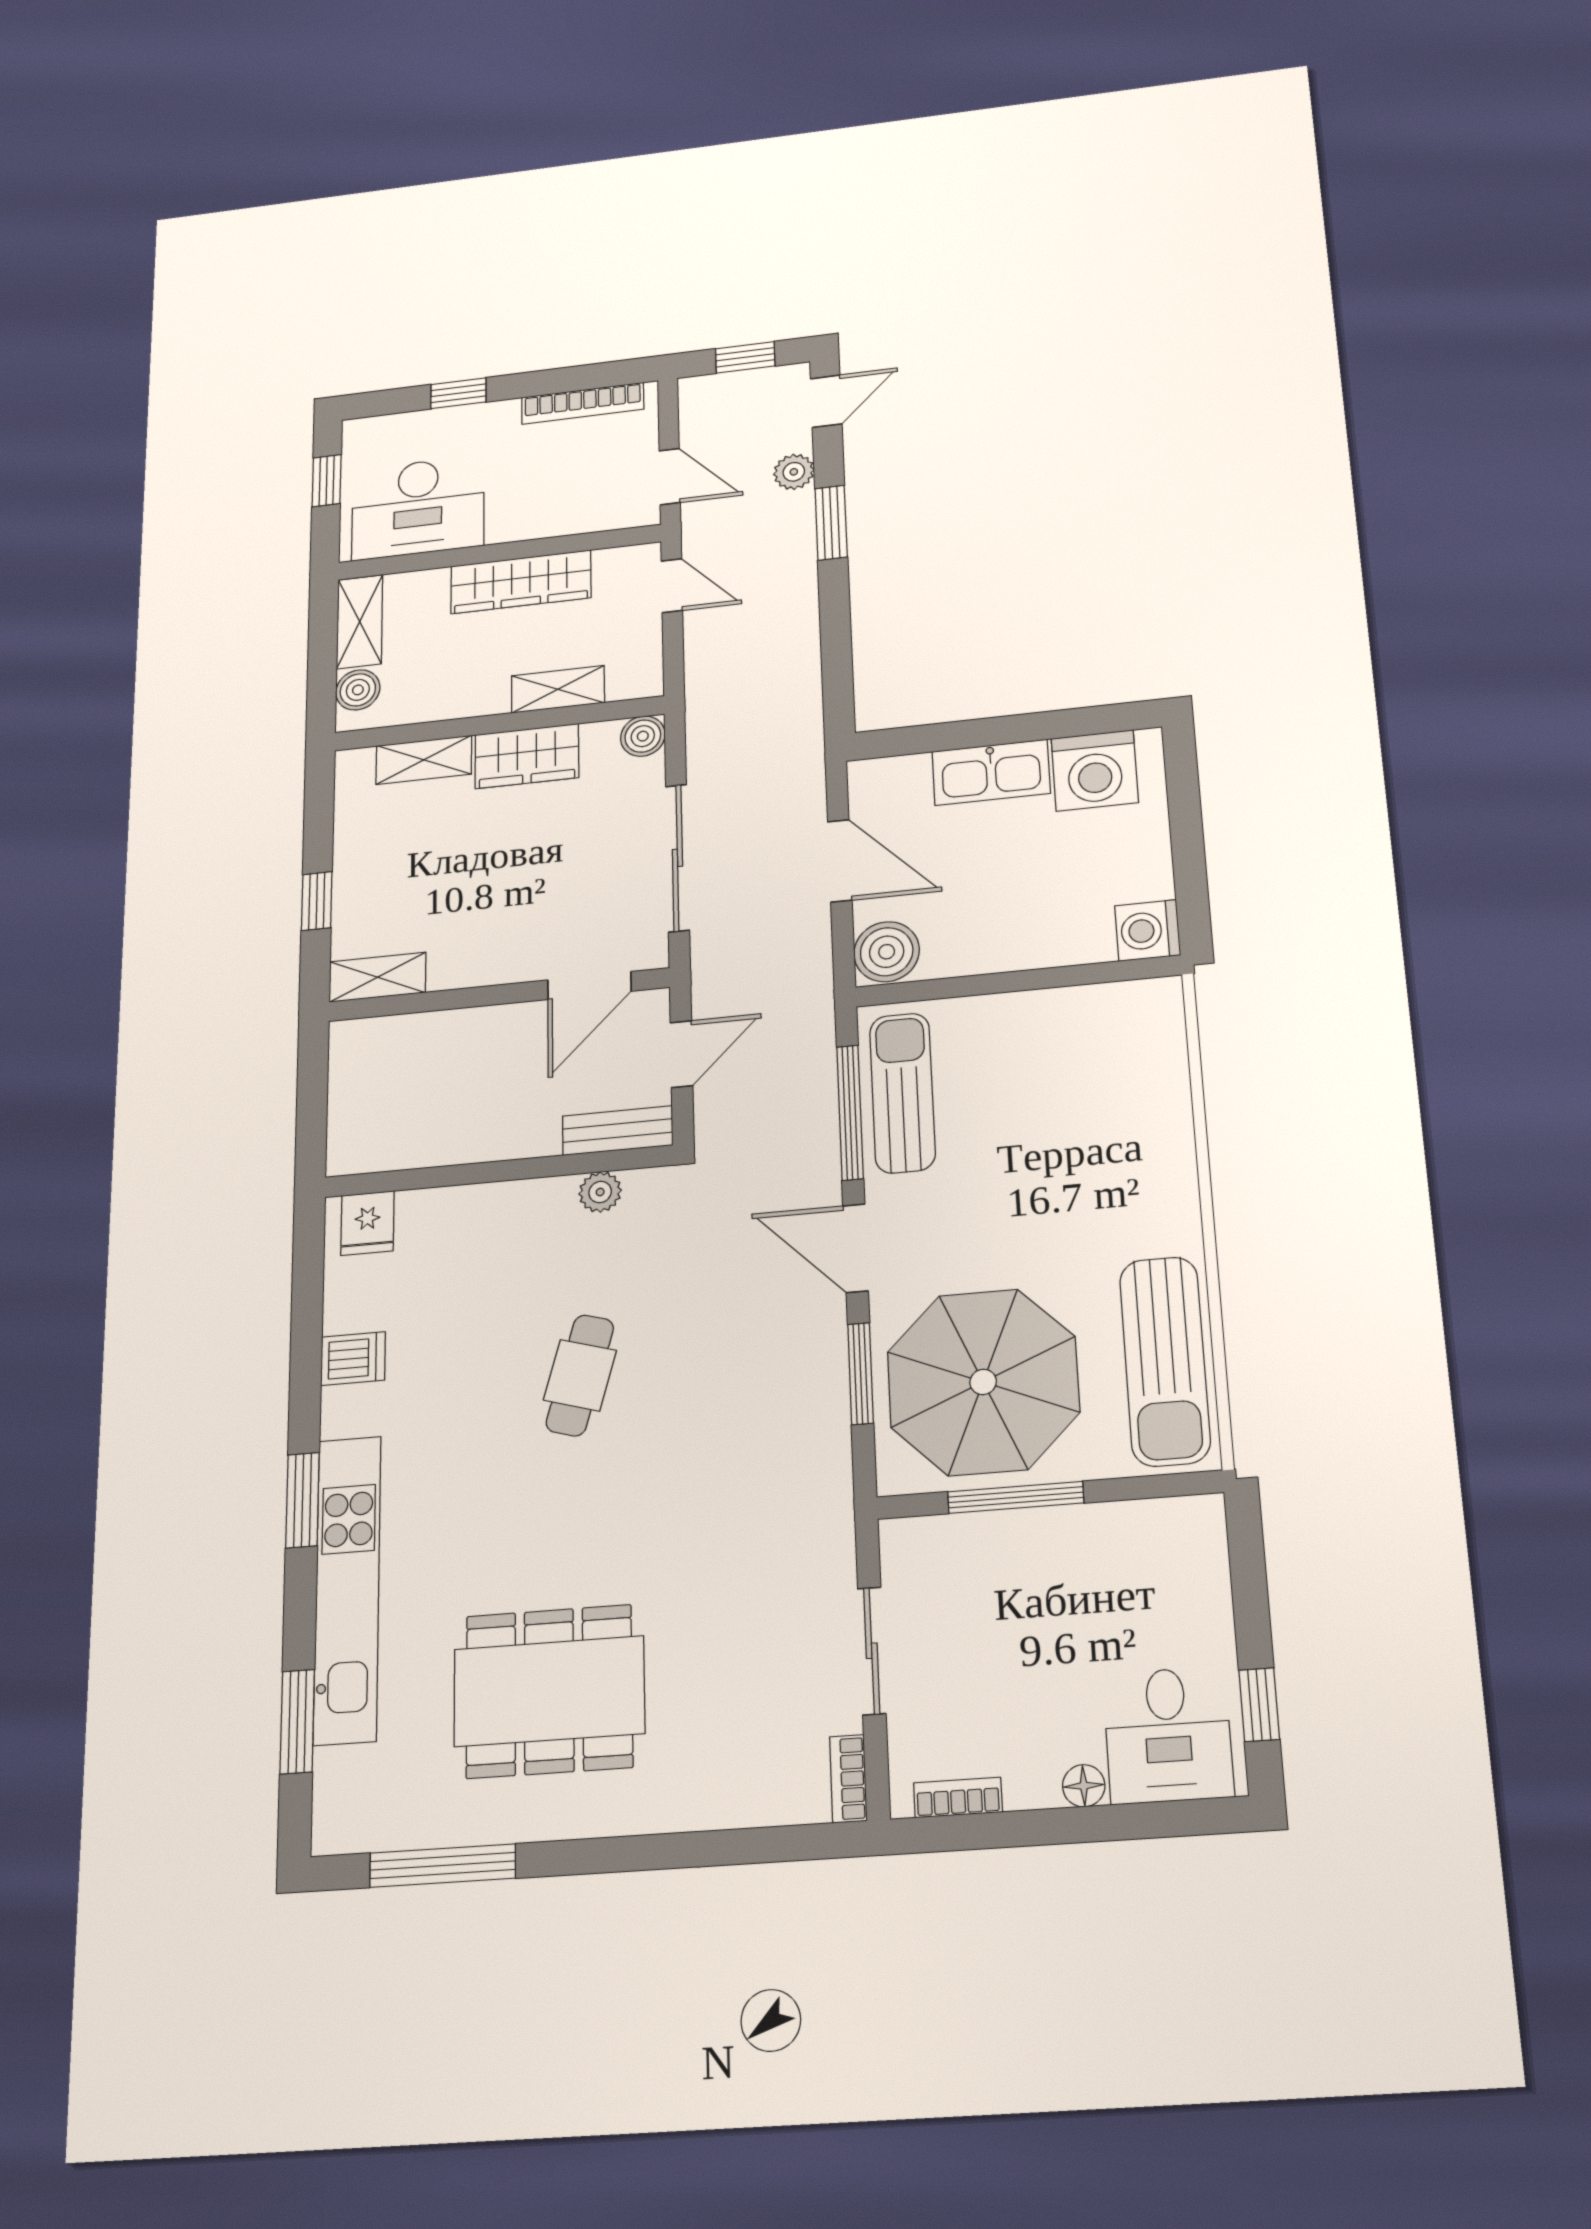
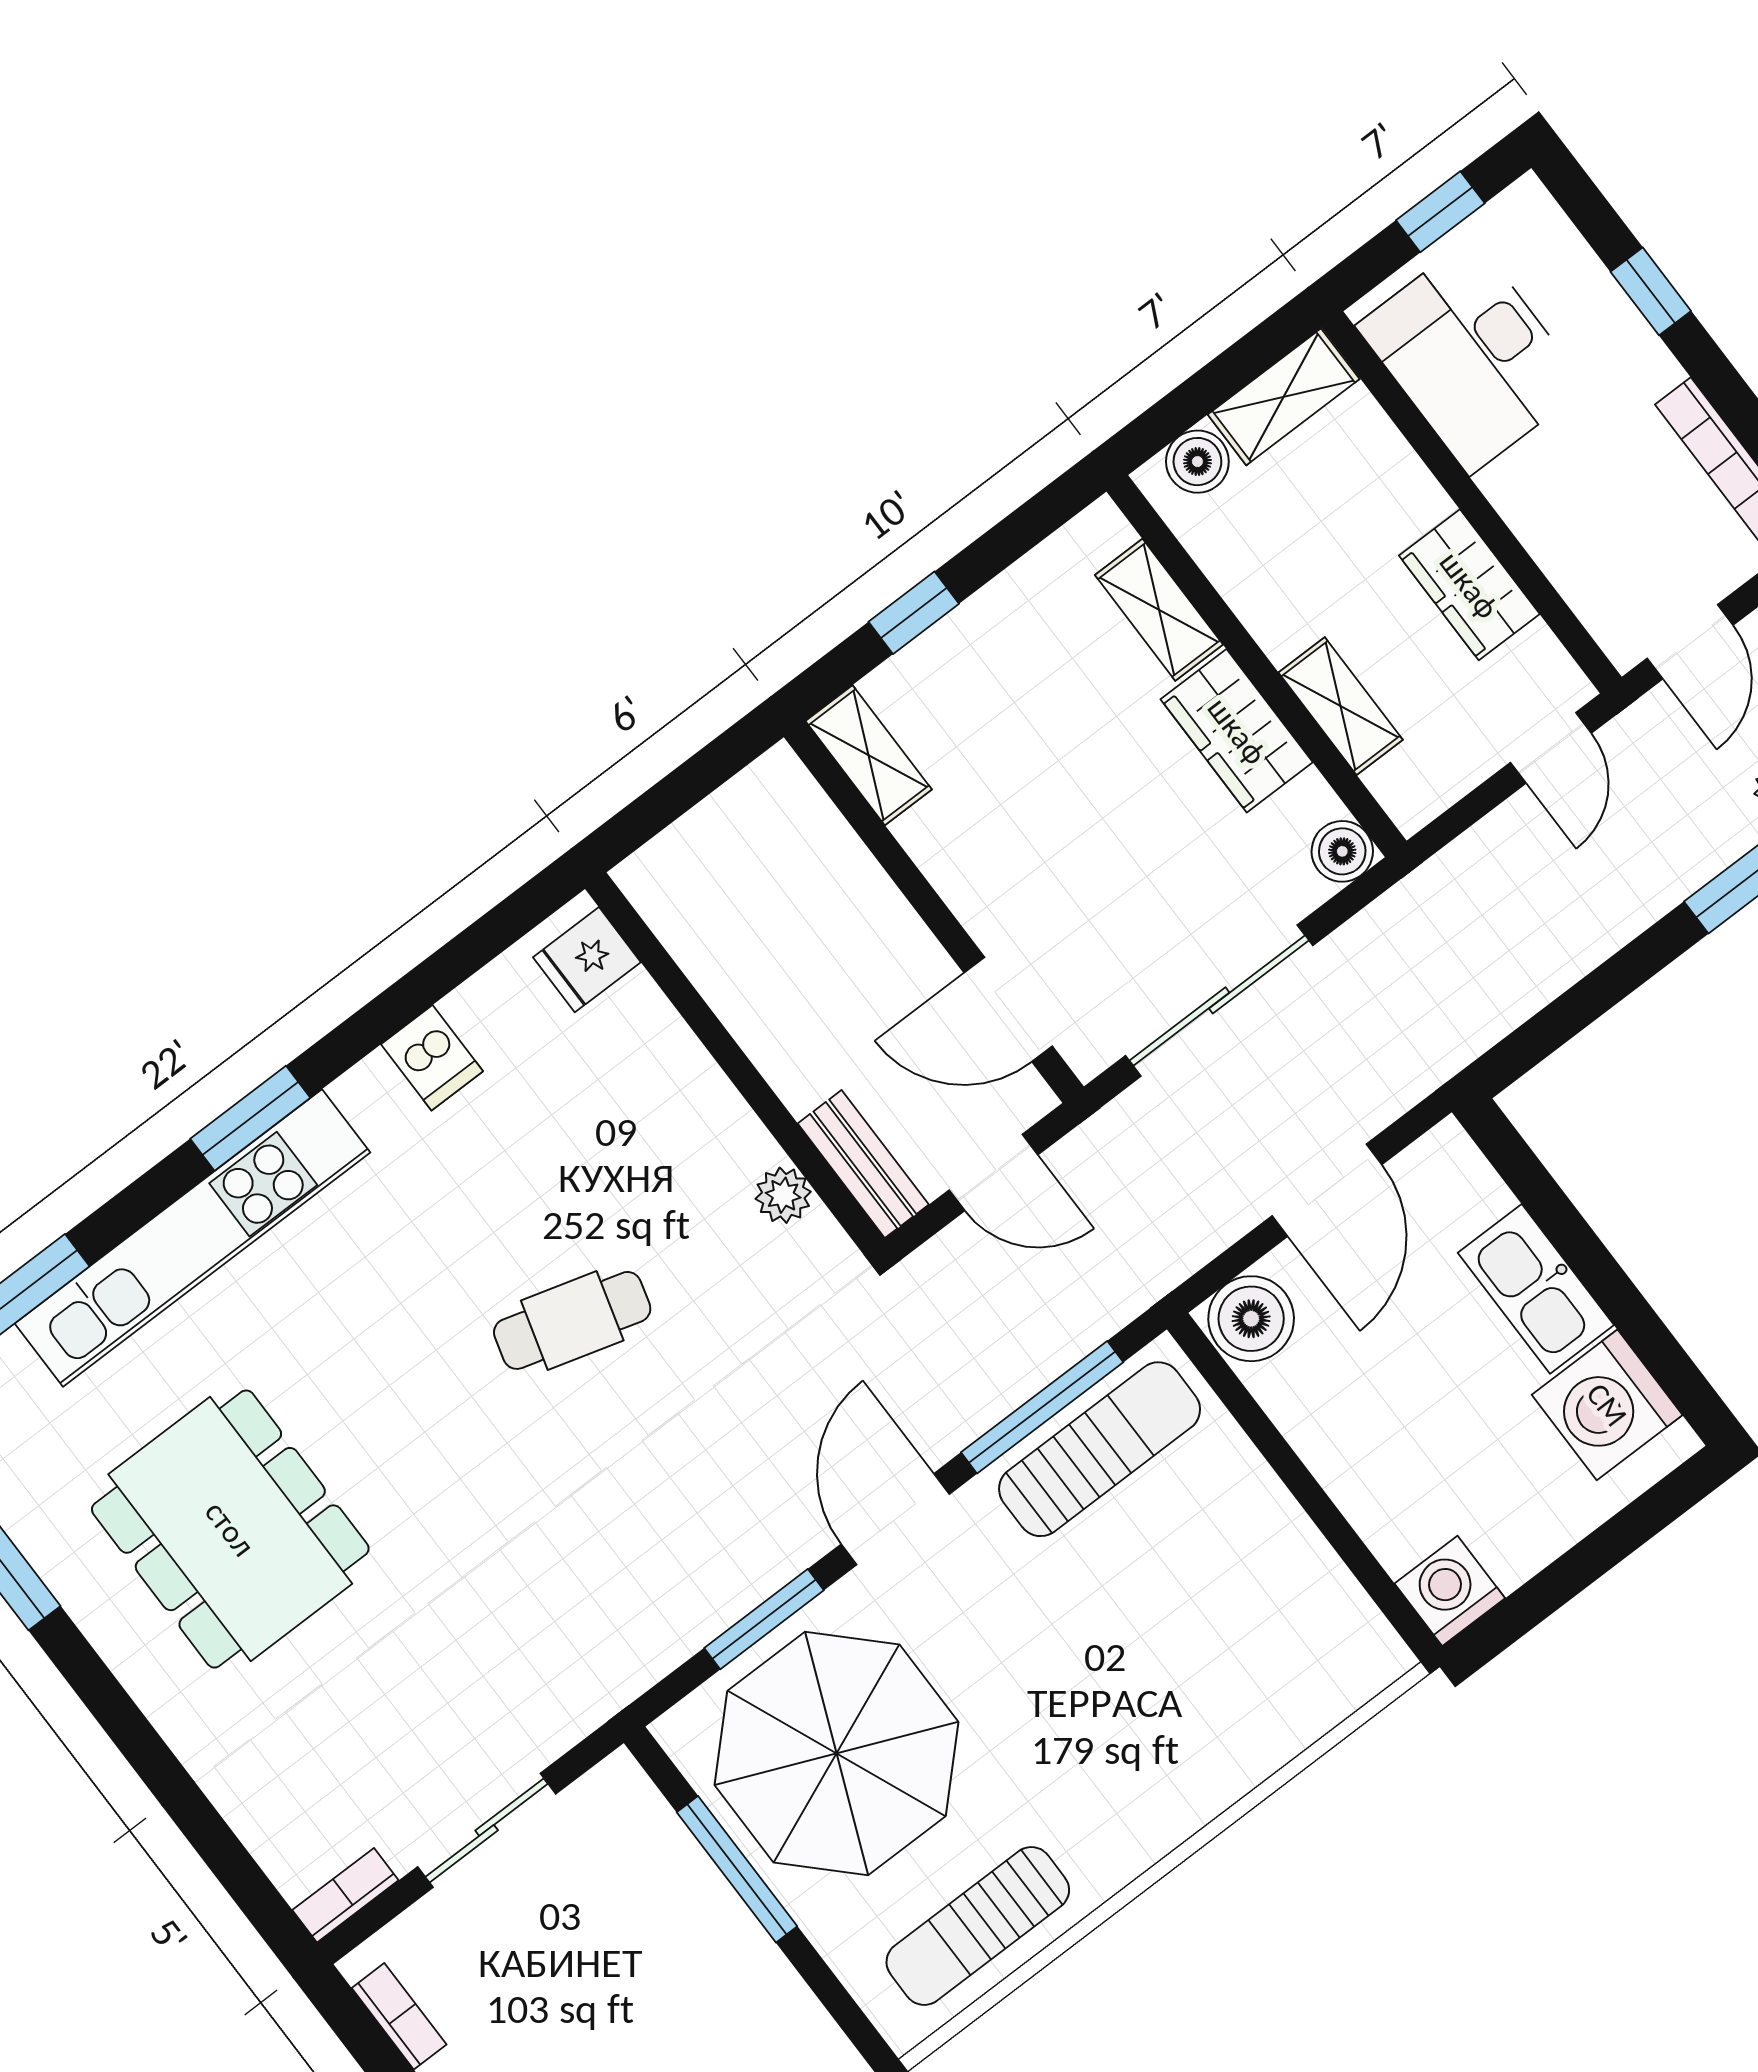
wardrobe: (521, 582) -> (1469, 585), width x0.67
sun lounger: (1165, 1361) -> (978, 1926), width x0.73, depth x0.75

